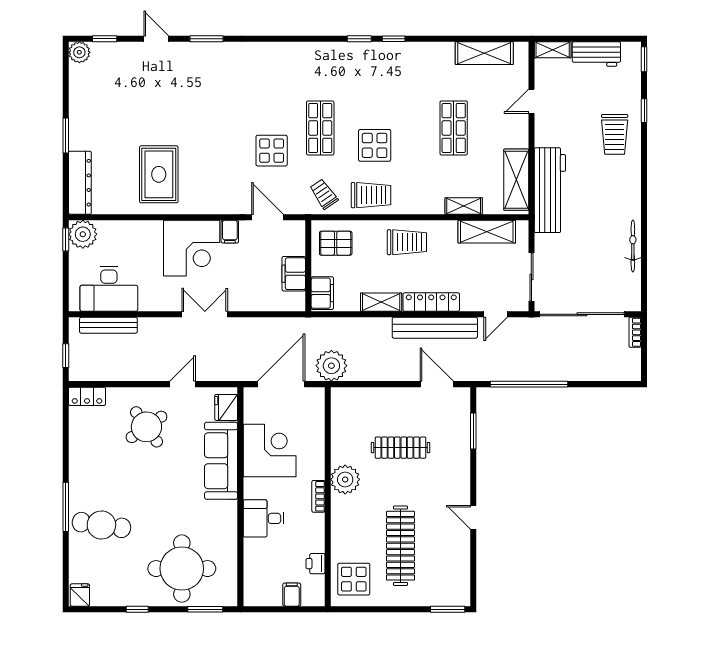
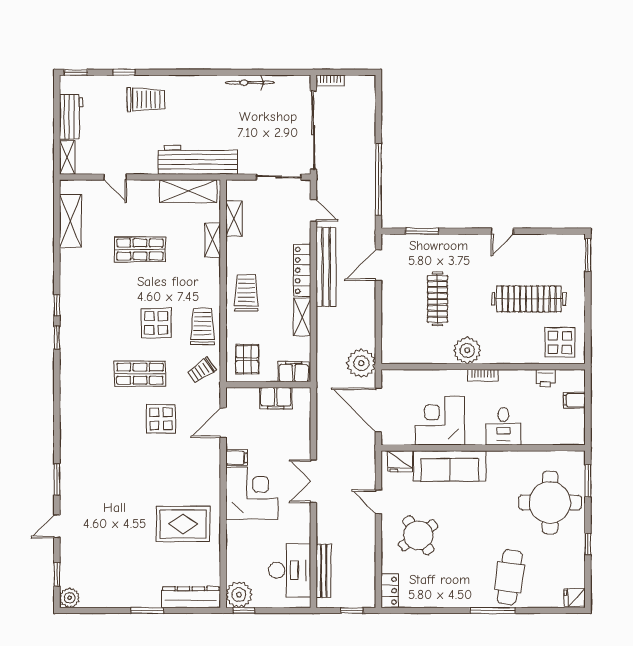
shelving: (487, 232) -> (234, 219), width x0.67, depth x0.75

